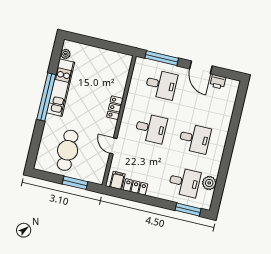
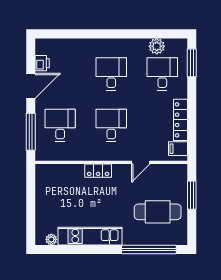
window: (46, 97) -> (149, 249), moved
locker: (135, 187) -> (180, 120), width x1.53

